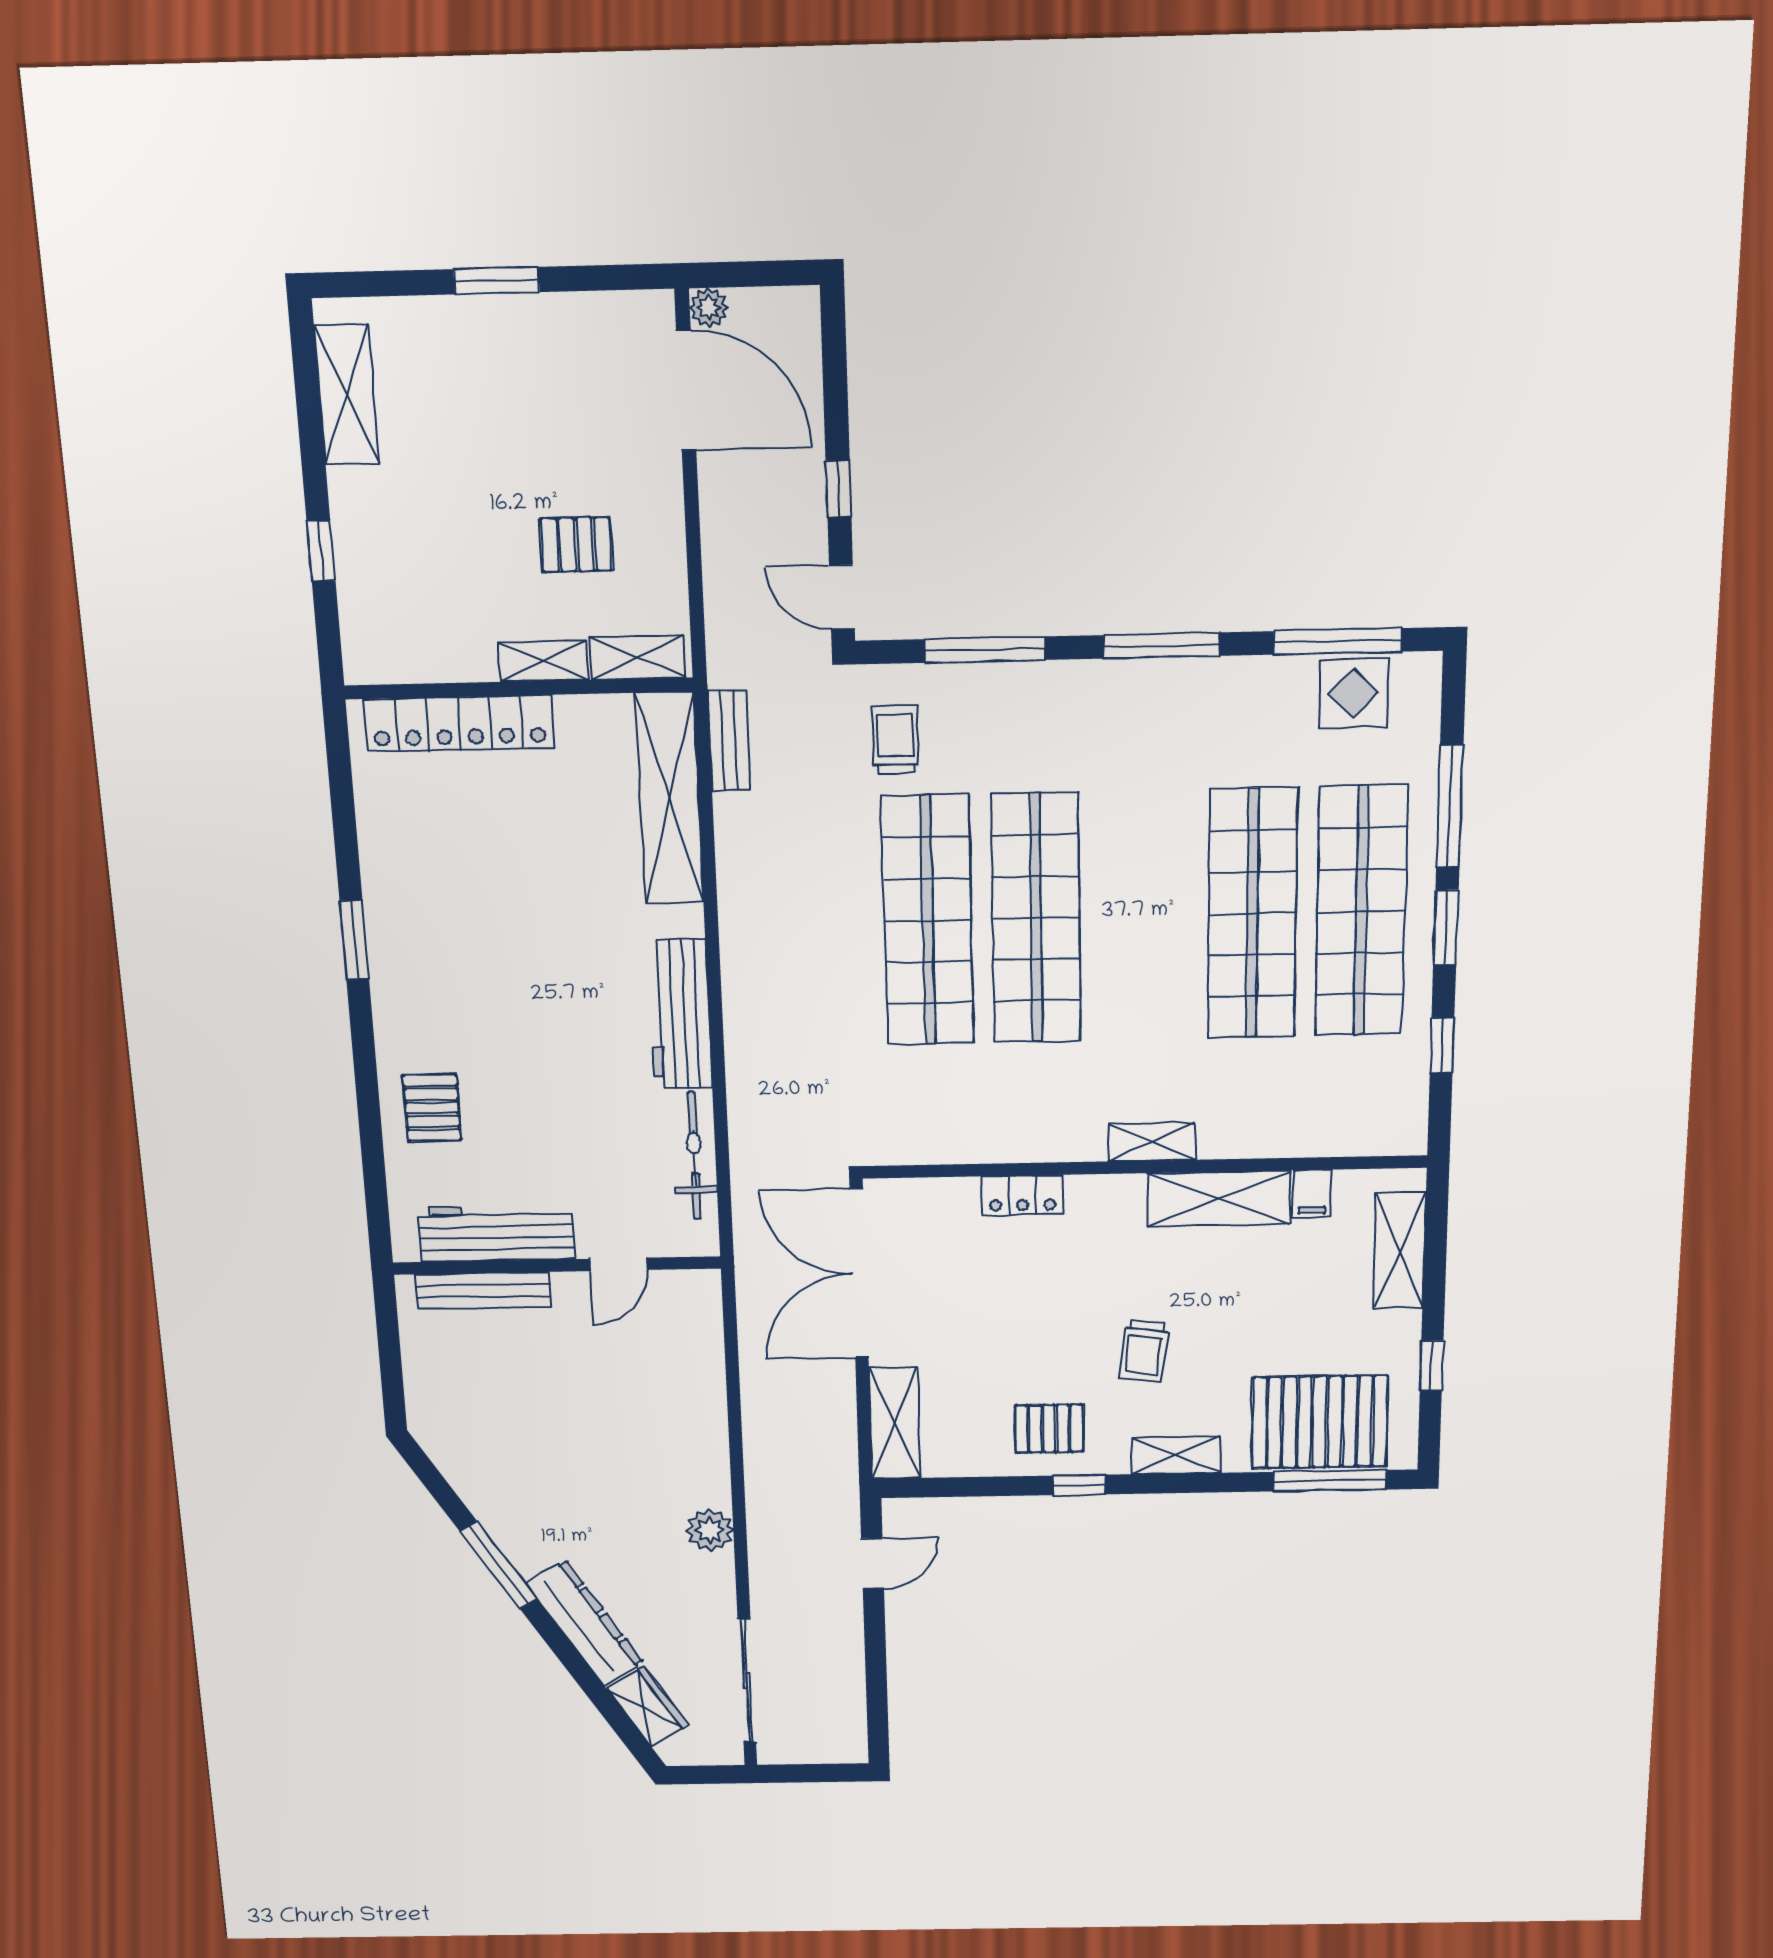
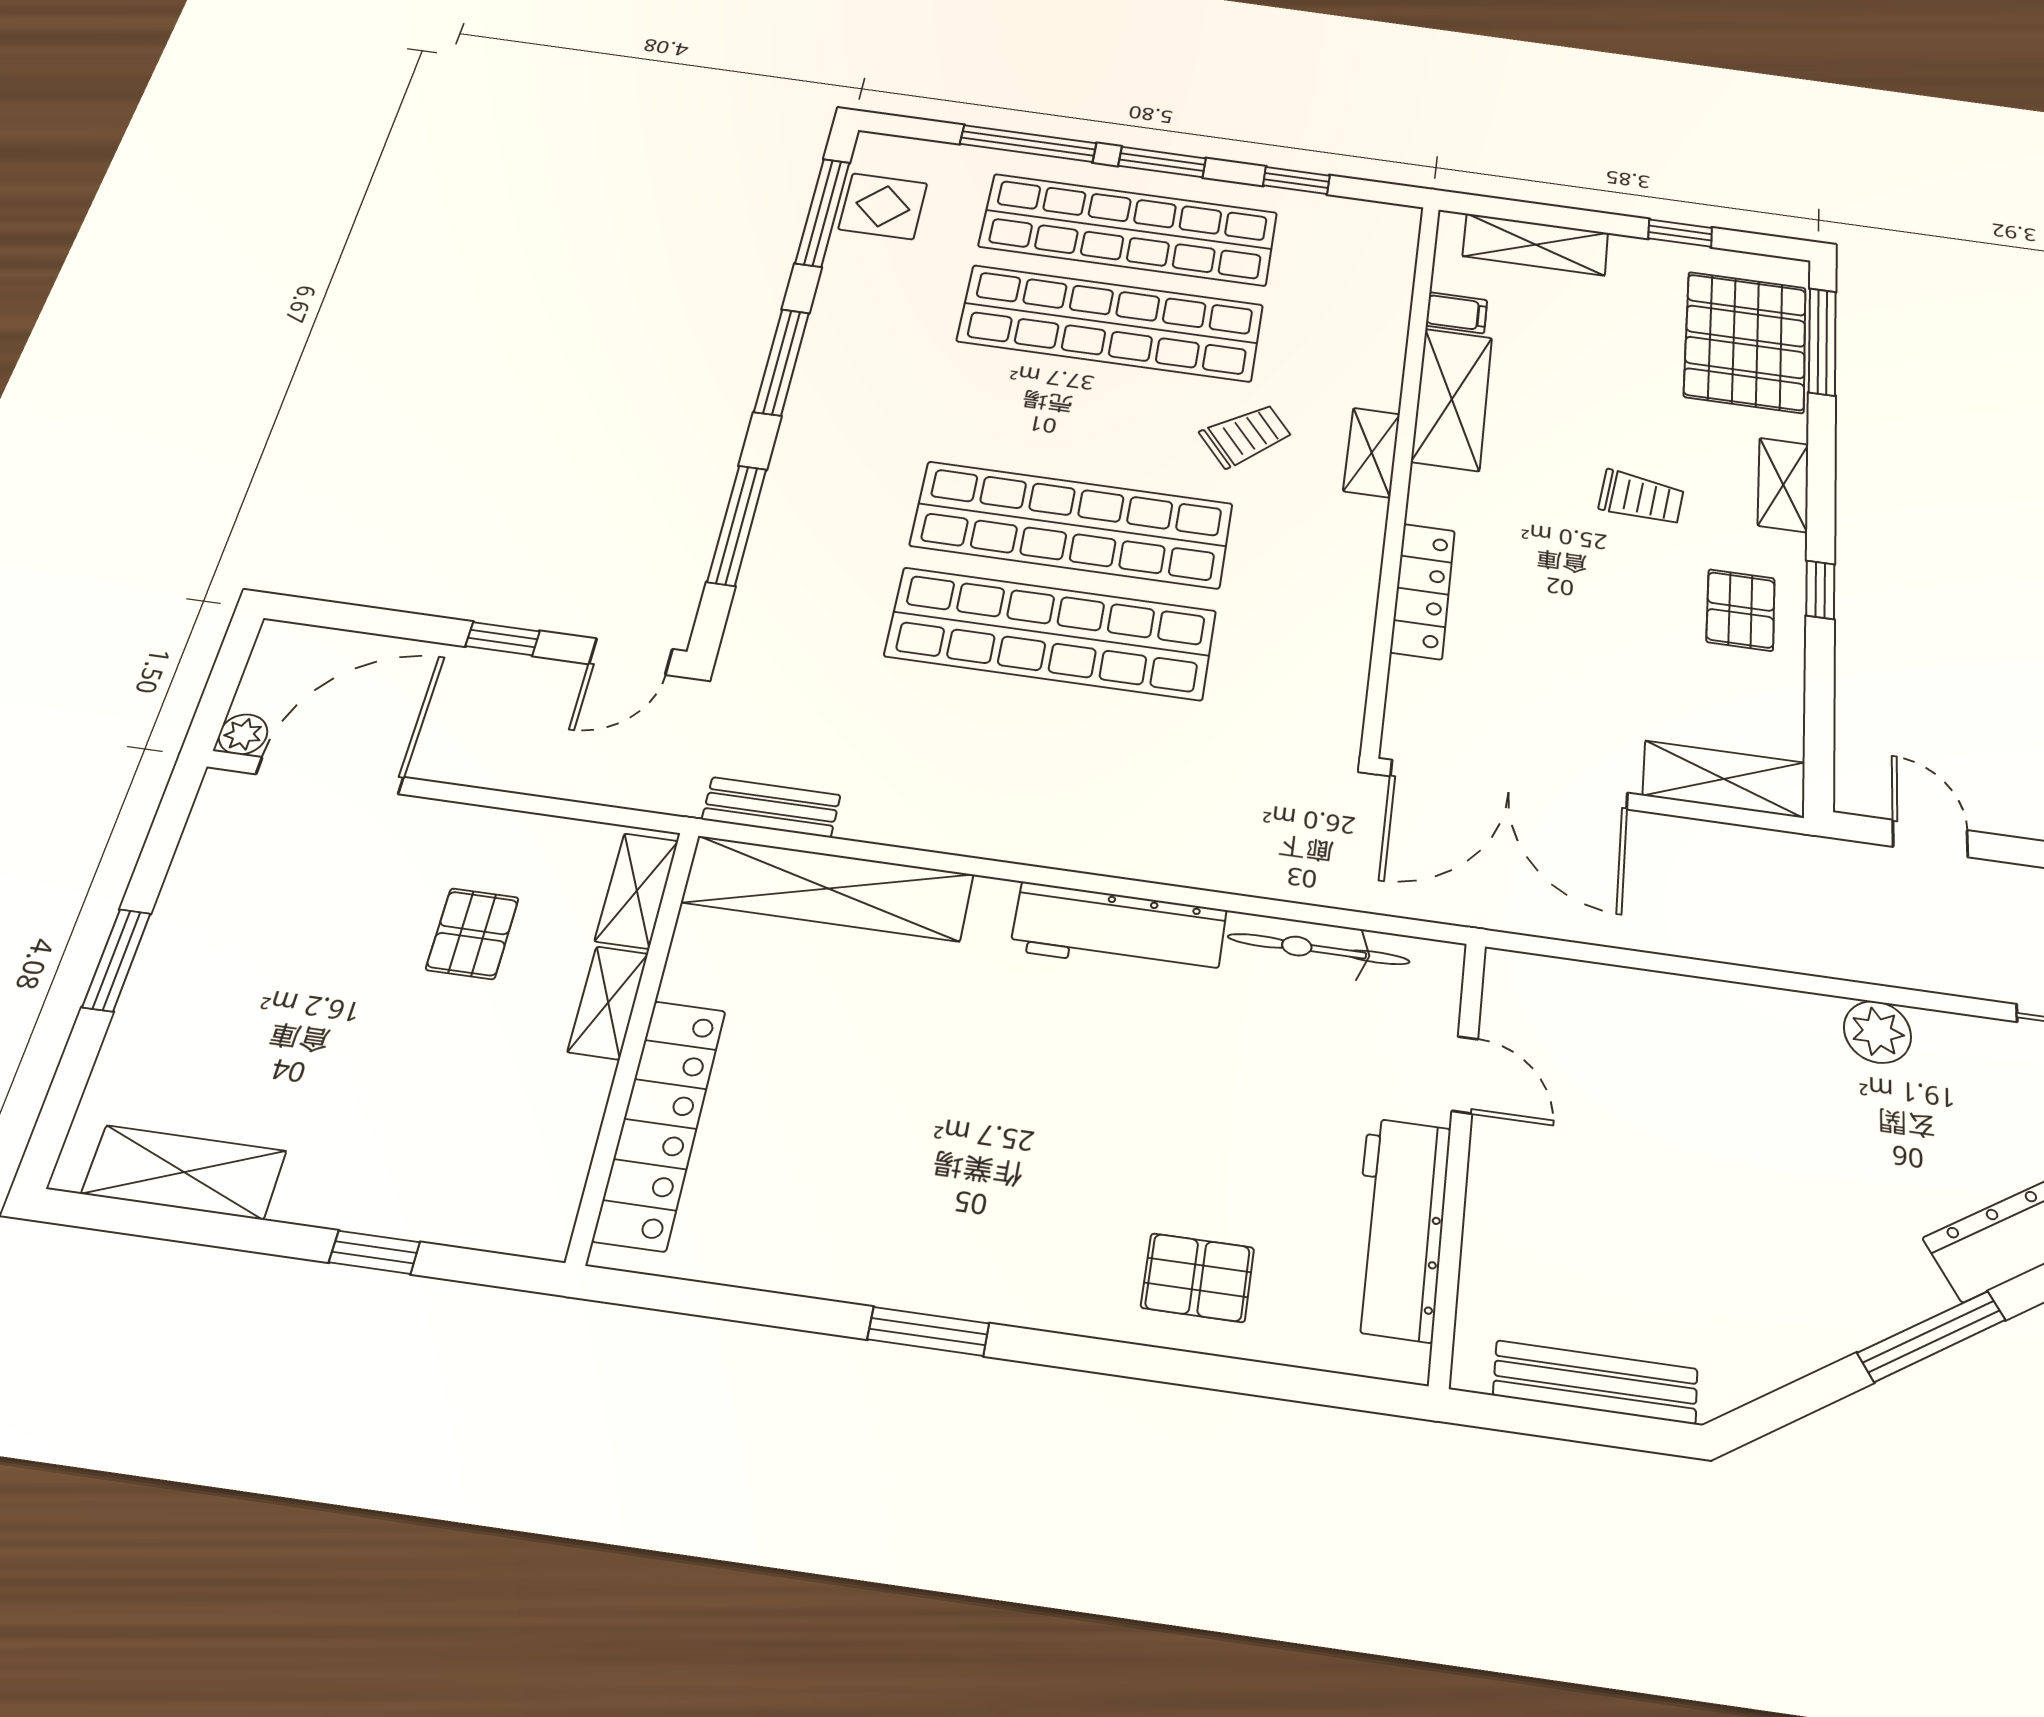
trolley: (895, 740) -> (1246, 435), moved, turned 142
locker: (1022, 1195) -> (1423, 591), width x1.53
bench: (483, 1291) -> (1596, 1382), moved, turned 90

